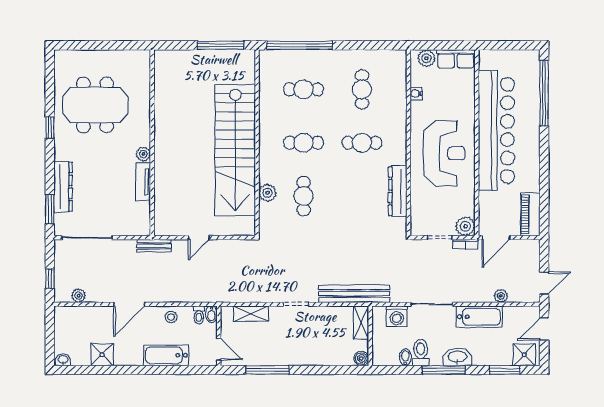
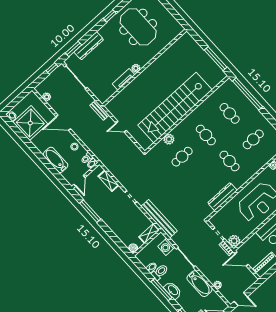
window: (50, 279) -> (52, 68), moved
shower: (102, 355) -> (30, 123), width x1.86, depth x1.86

